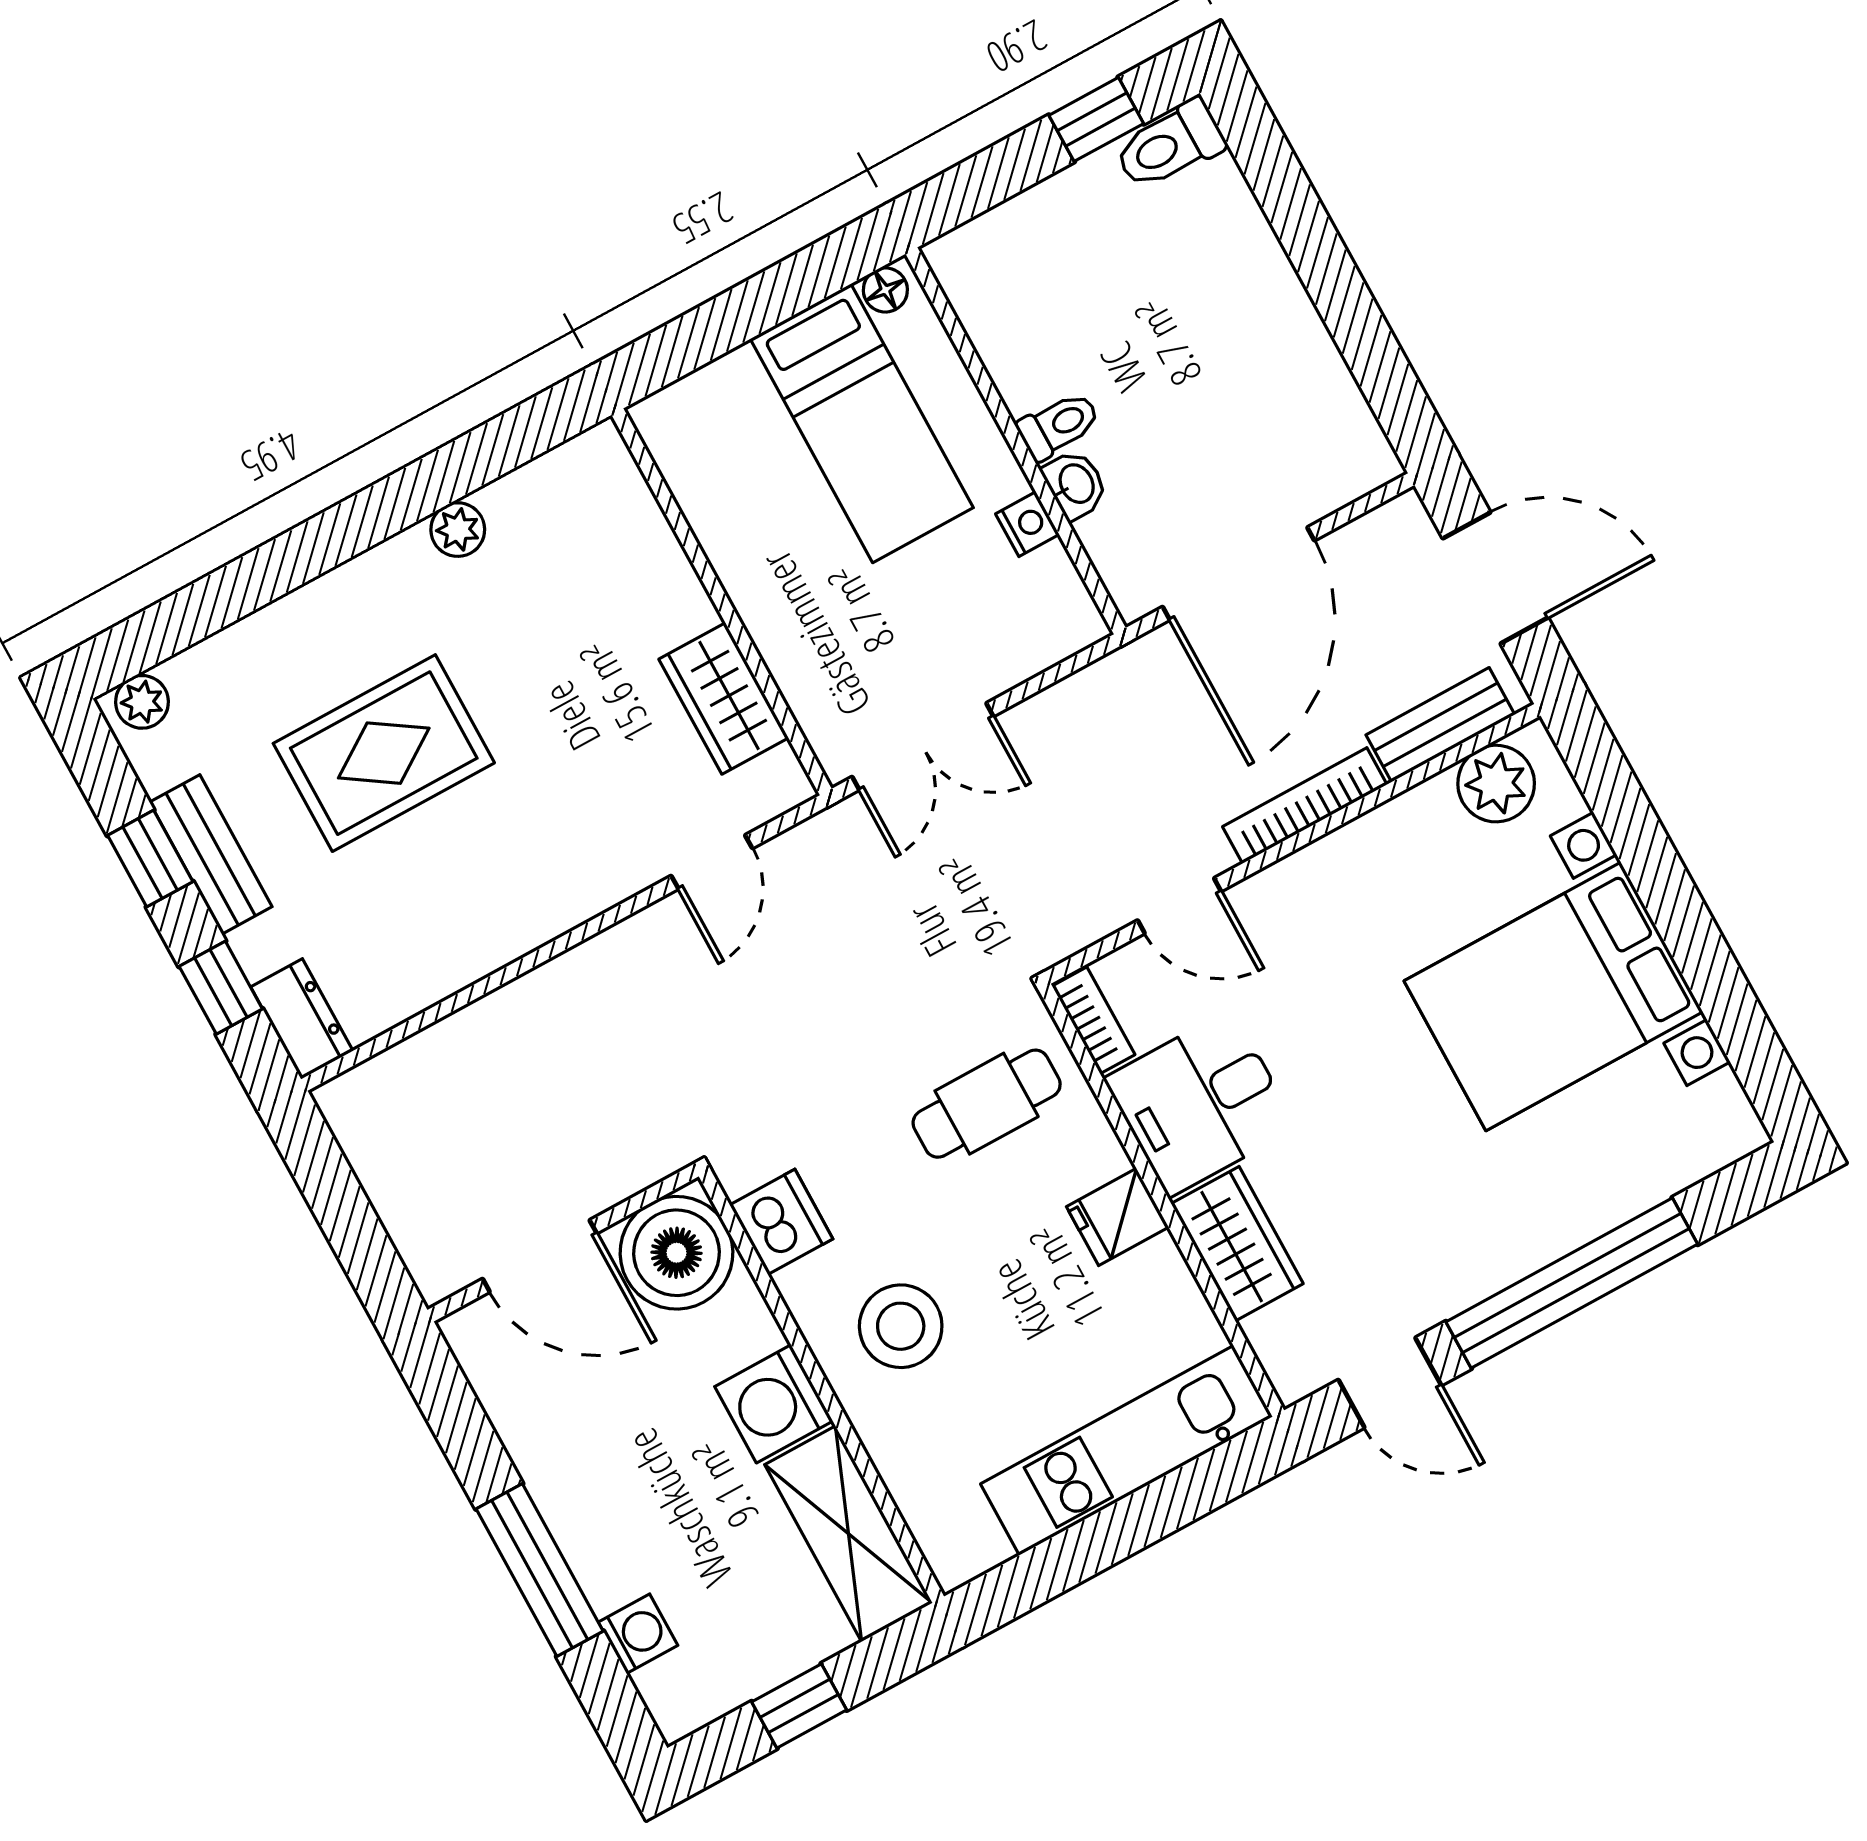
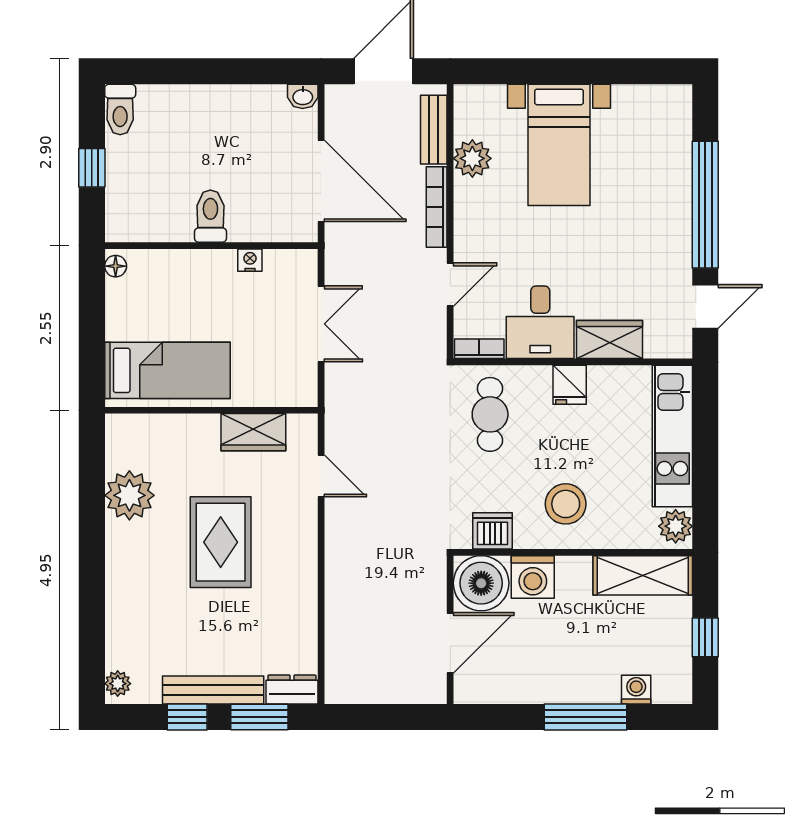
window: (1096, 119) -> (92, 168), moved
bed: (862, 423) -> (167, 370), moved
toilet: (1059, 425) -> (210, 216), width x1.37, depth x1.39
washbasin: (1075, 484) -> (303, 96), moved, turned 180
plant: (458, 530) -> (129, 495), width x1.87, depth x1.87
double door: (923, 747) -> (321, 324), moved
rug: (384, 753) -> (221, 542), moved
plant: (1496, 784) -> (472, 158), moved
bench: (211, 854) -> (213, 690), width x1.36
window: (221, 988) -> (259, 717), width x1.50
bed with nightstands: (1553, 996) -> (559, 145), width x0.73
washing machine: (774, 1404) -> (533, 577), moved
plant: (968, 1544) -> (676, 526), added

